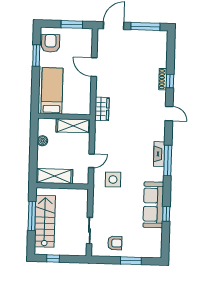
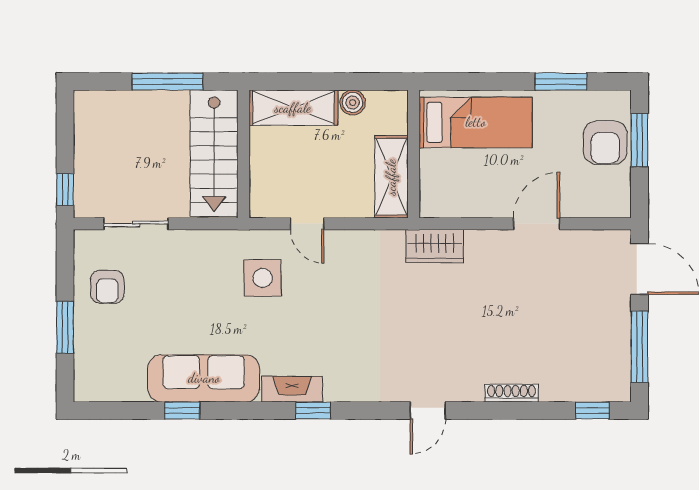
window: (72, 24) -> (639, 140), moved
armchair: (50, 43) -> (605, 143), moved, turned 90
window: (170, 81) -> (592, 411), moved
fireplace: (159, 154) -> (292, 389), moved
window: (168, 160) -> (313, 411), width x0.46
shelving: (54, 176) -> (293, 108), moved, turned 90
stairs: (45, 221) -> (214, 153), moved, turned 90
window: (53, 258) -> (65, 190), moved

